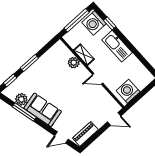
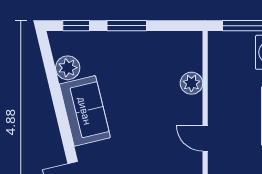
shelving: (84, 55) -> (217, 85), removed
window: (24, 112) -> (55, 90), removed

